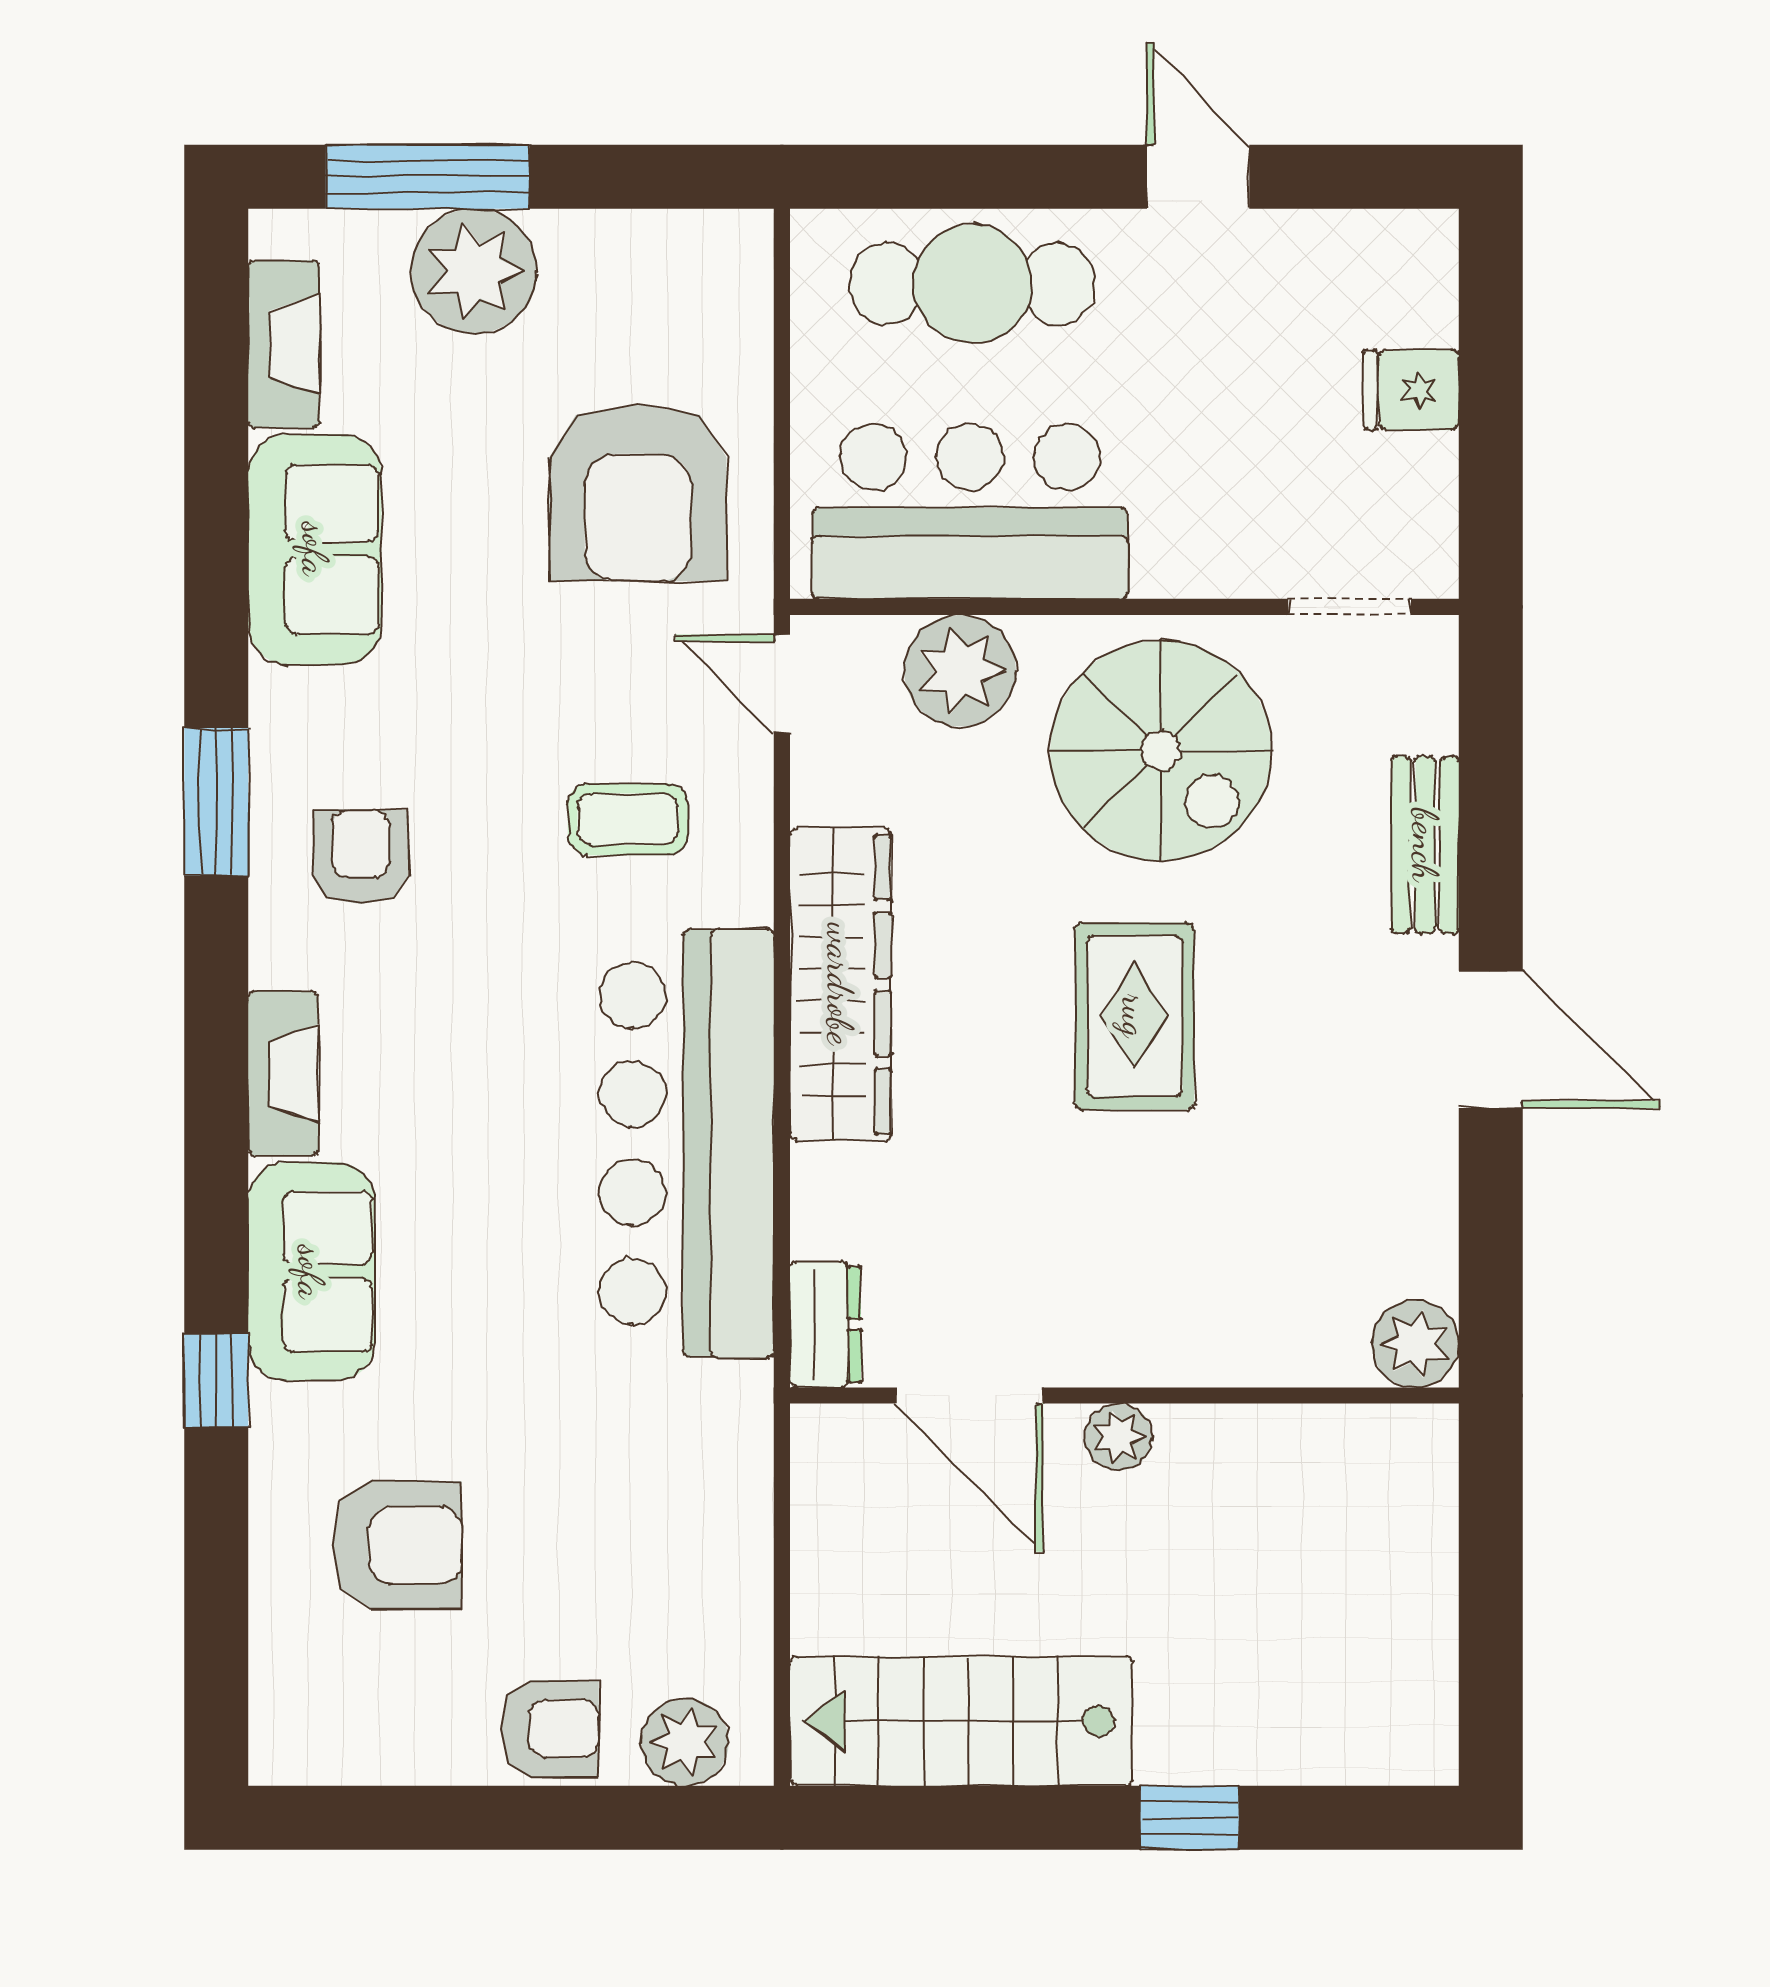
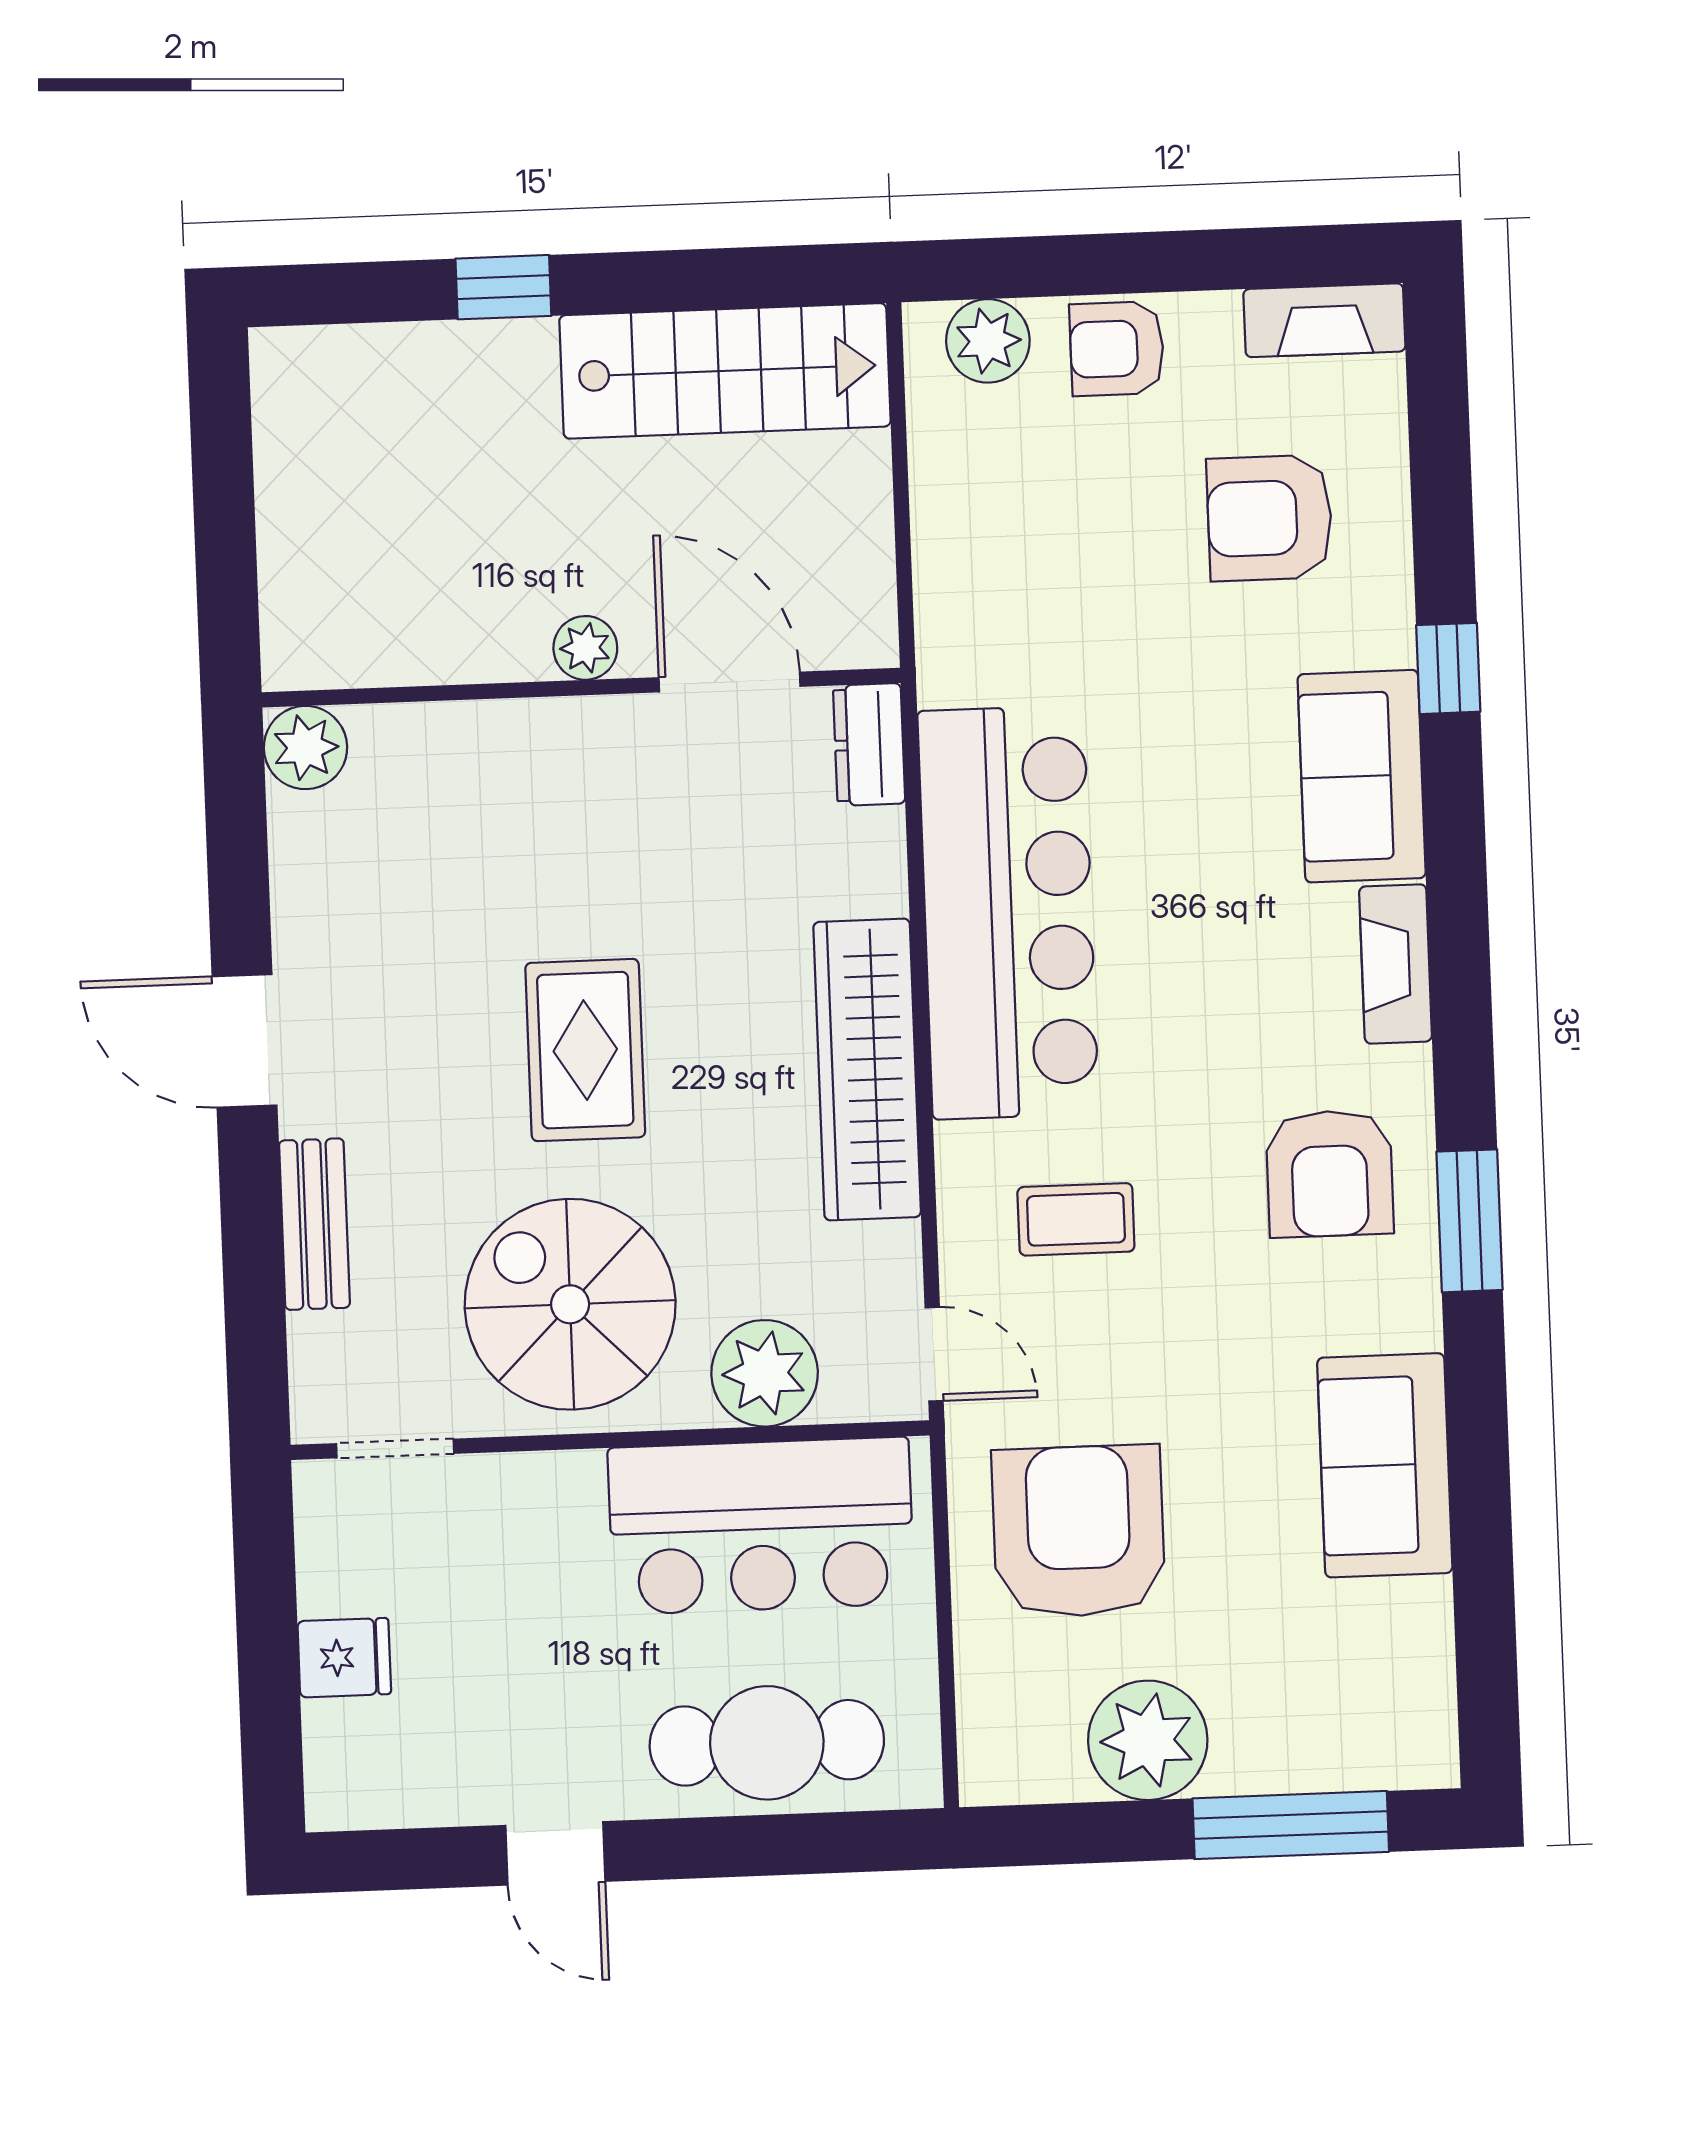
plant: (474, 271) -> (1148, 1740), moved
fireplace: (284, 344) -> (1324, 320), moved, turned -90
armchair: (361, 857) -> (1330, 1174), width x1.38, depth x1.38

